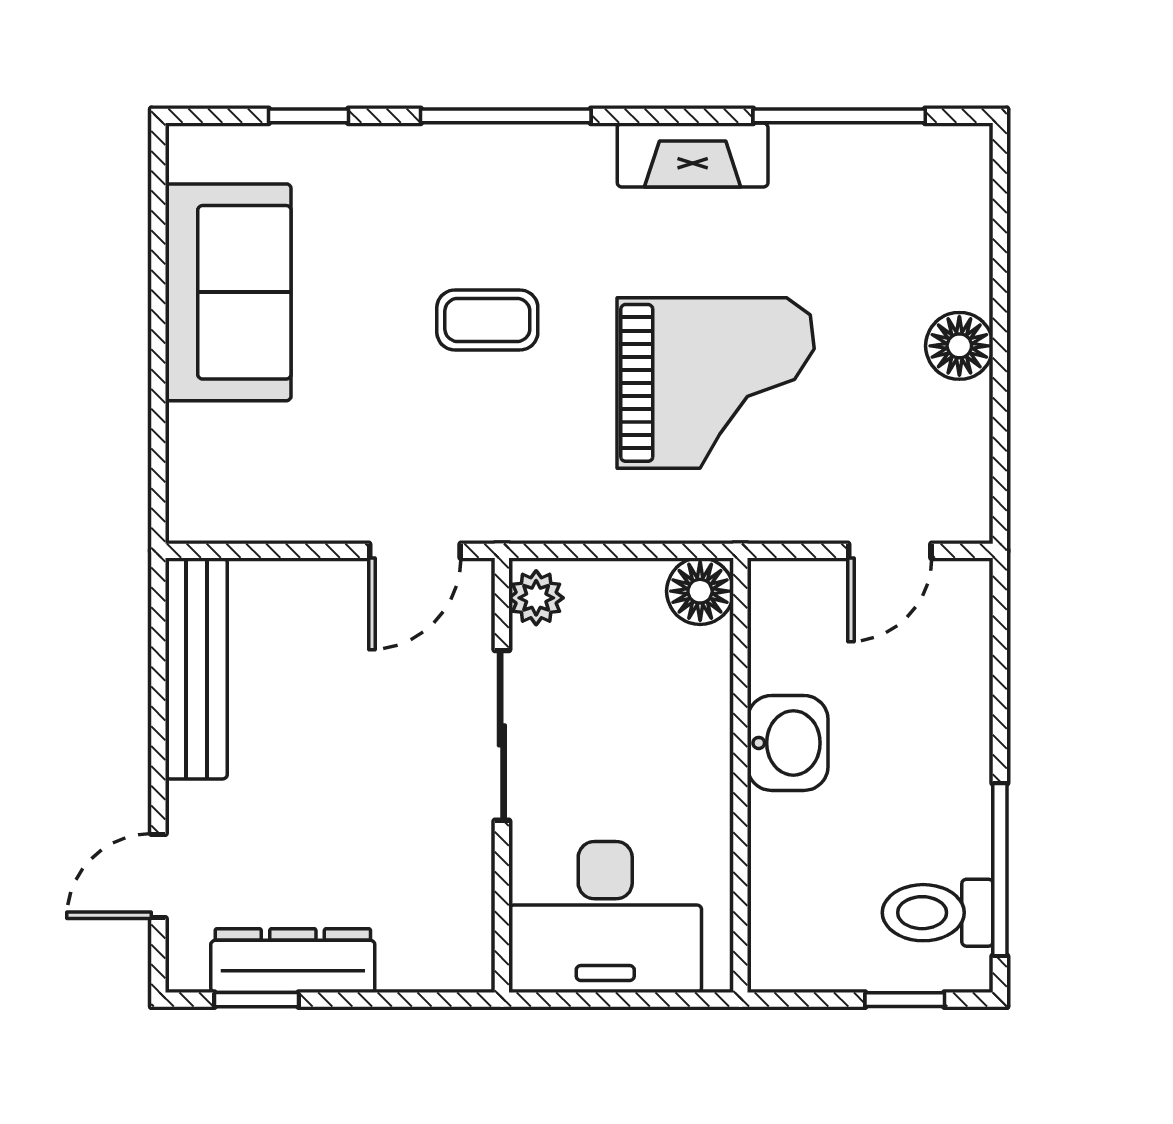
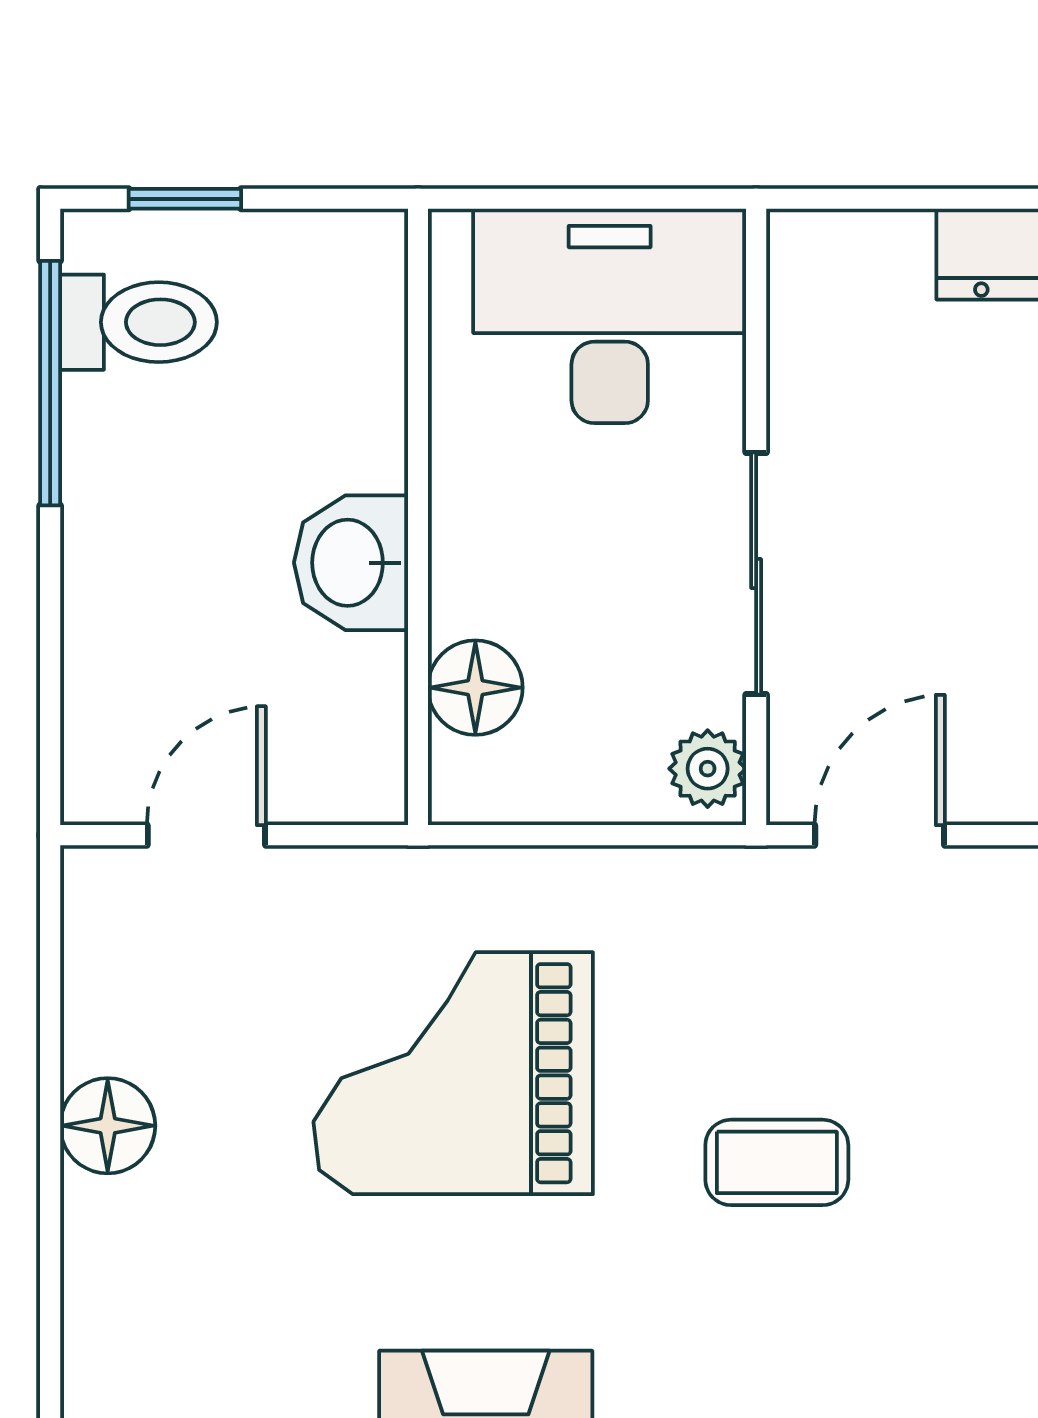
floor lamp: (700, 591) -> (475, 688), moved

